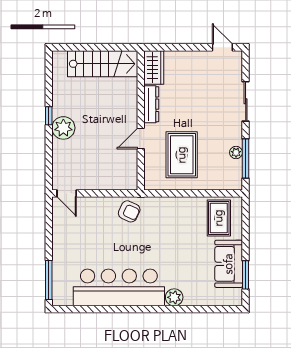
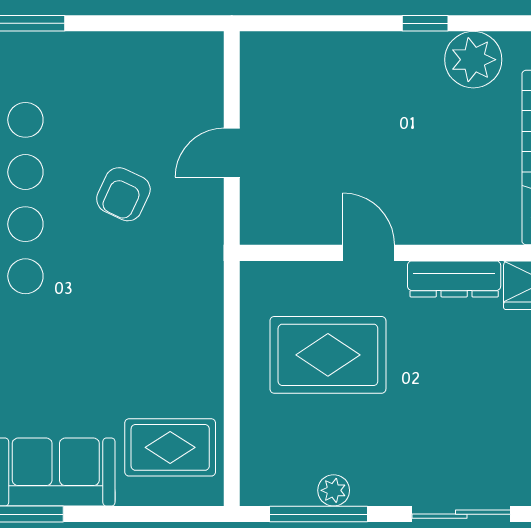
plant: (63, 128) -> (473, 60), moved
door: (67, 193) -> (232, 153), moved
armchair: (129, 211) -> (123, 194), moved

